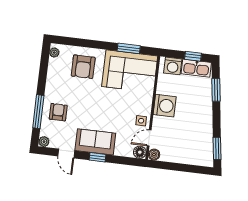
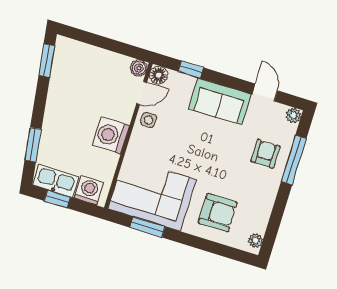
armchair: (83, 67) -> (218, 213), turned 90
armchair: (58, 112) -> (265, 154), turned 180
window: (98, 157) -> (191, 70), moved

